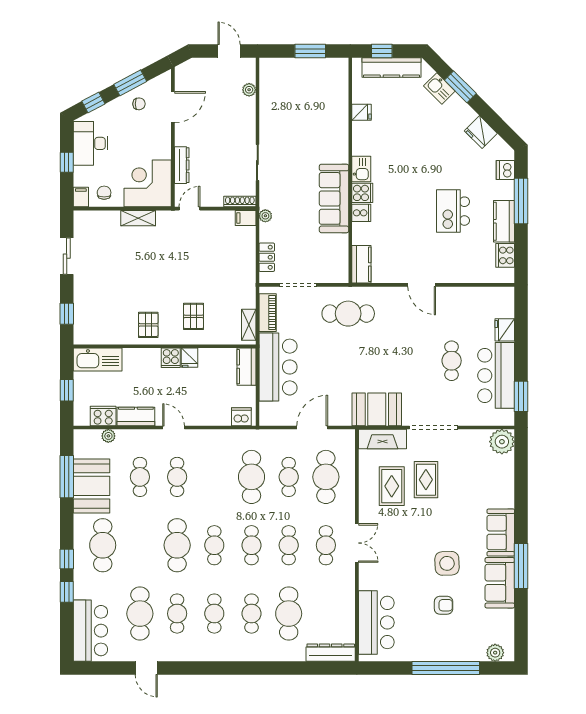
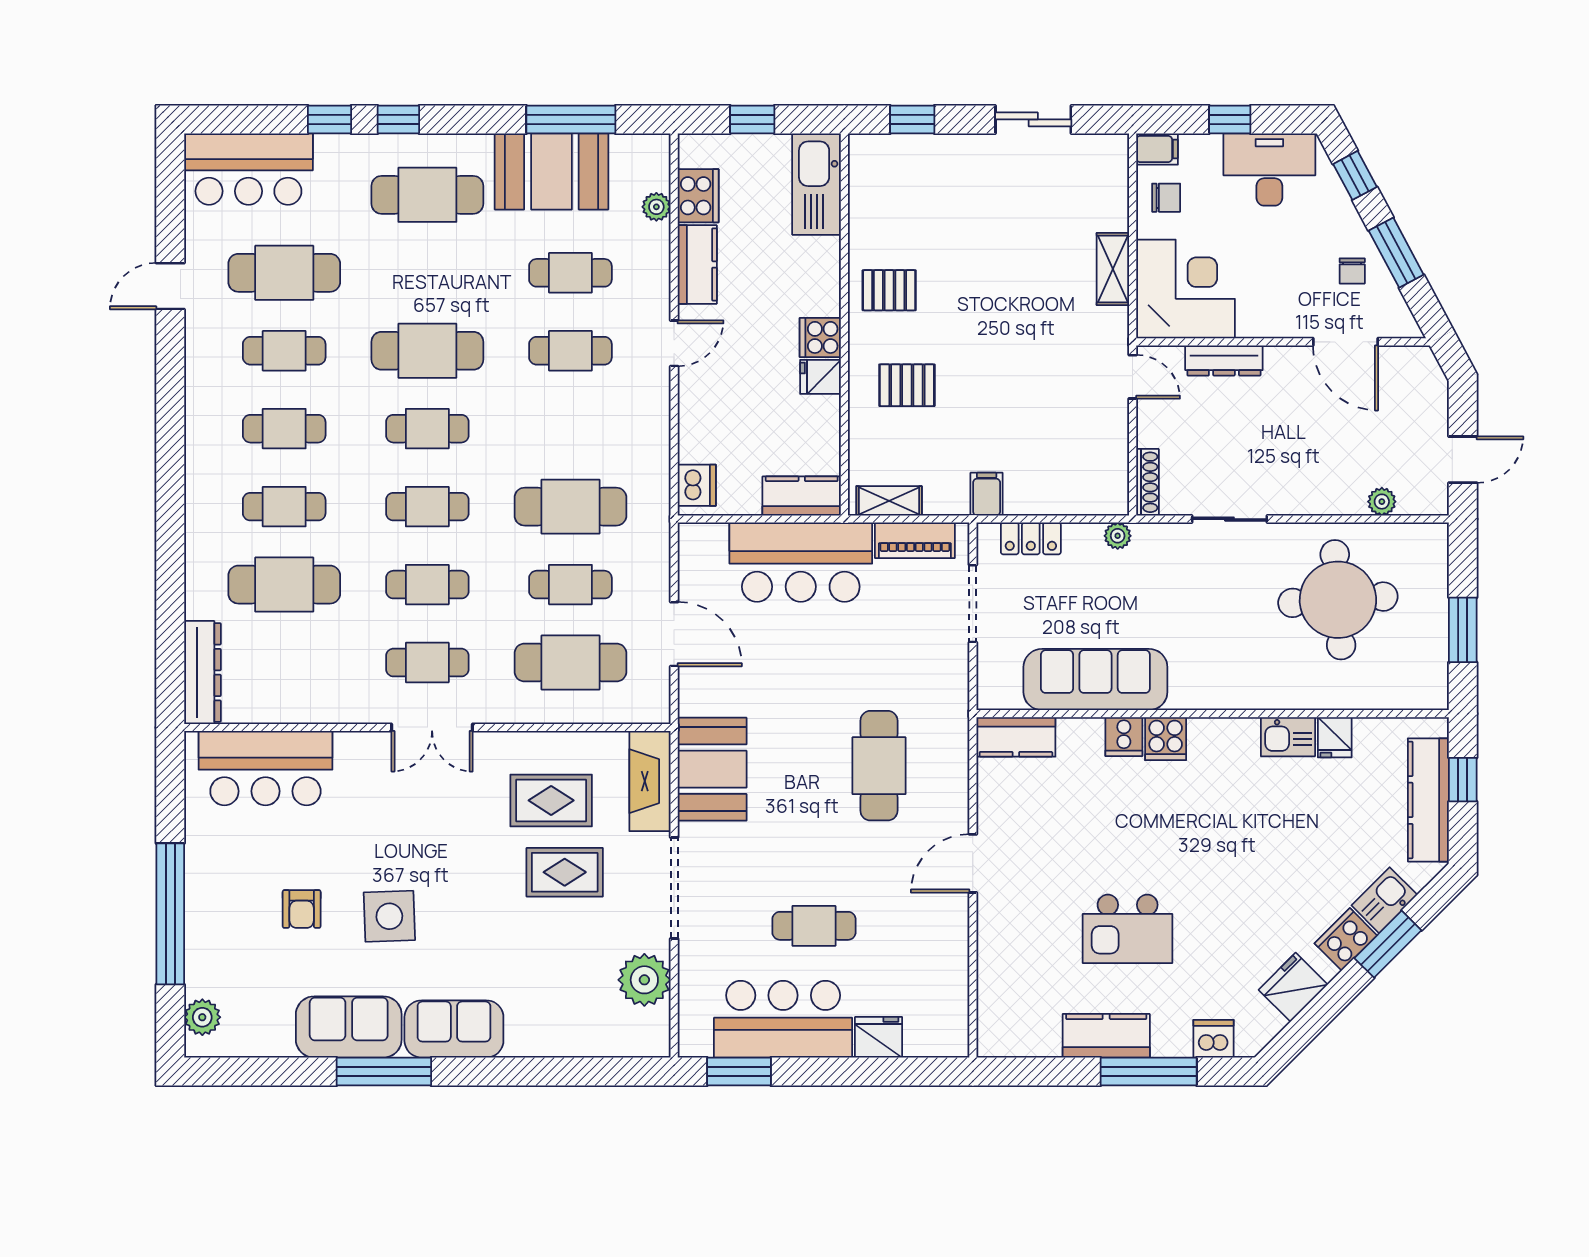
round table: (296, 111) -> (1338, 600), added
kitchen sink: (361, 169) -> (1288, 737), moved
sofa: (334, 198) -> (1095, 680), moved
kitchen island: (453, 211) -> (1128, 929), turned 180
filing cabinet: (246, 218) -> (987, 494), moved
cooker: (505, 255) -> (1346, 939), moved, turned -45
cafe table: (348, 314) -> (879, 766), moved
plant: (502, 442) -> (644, 980), moved

